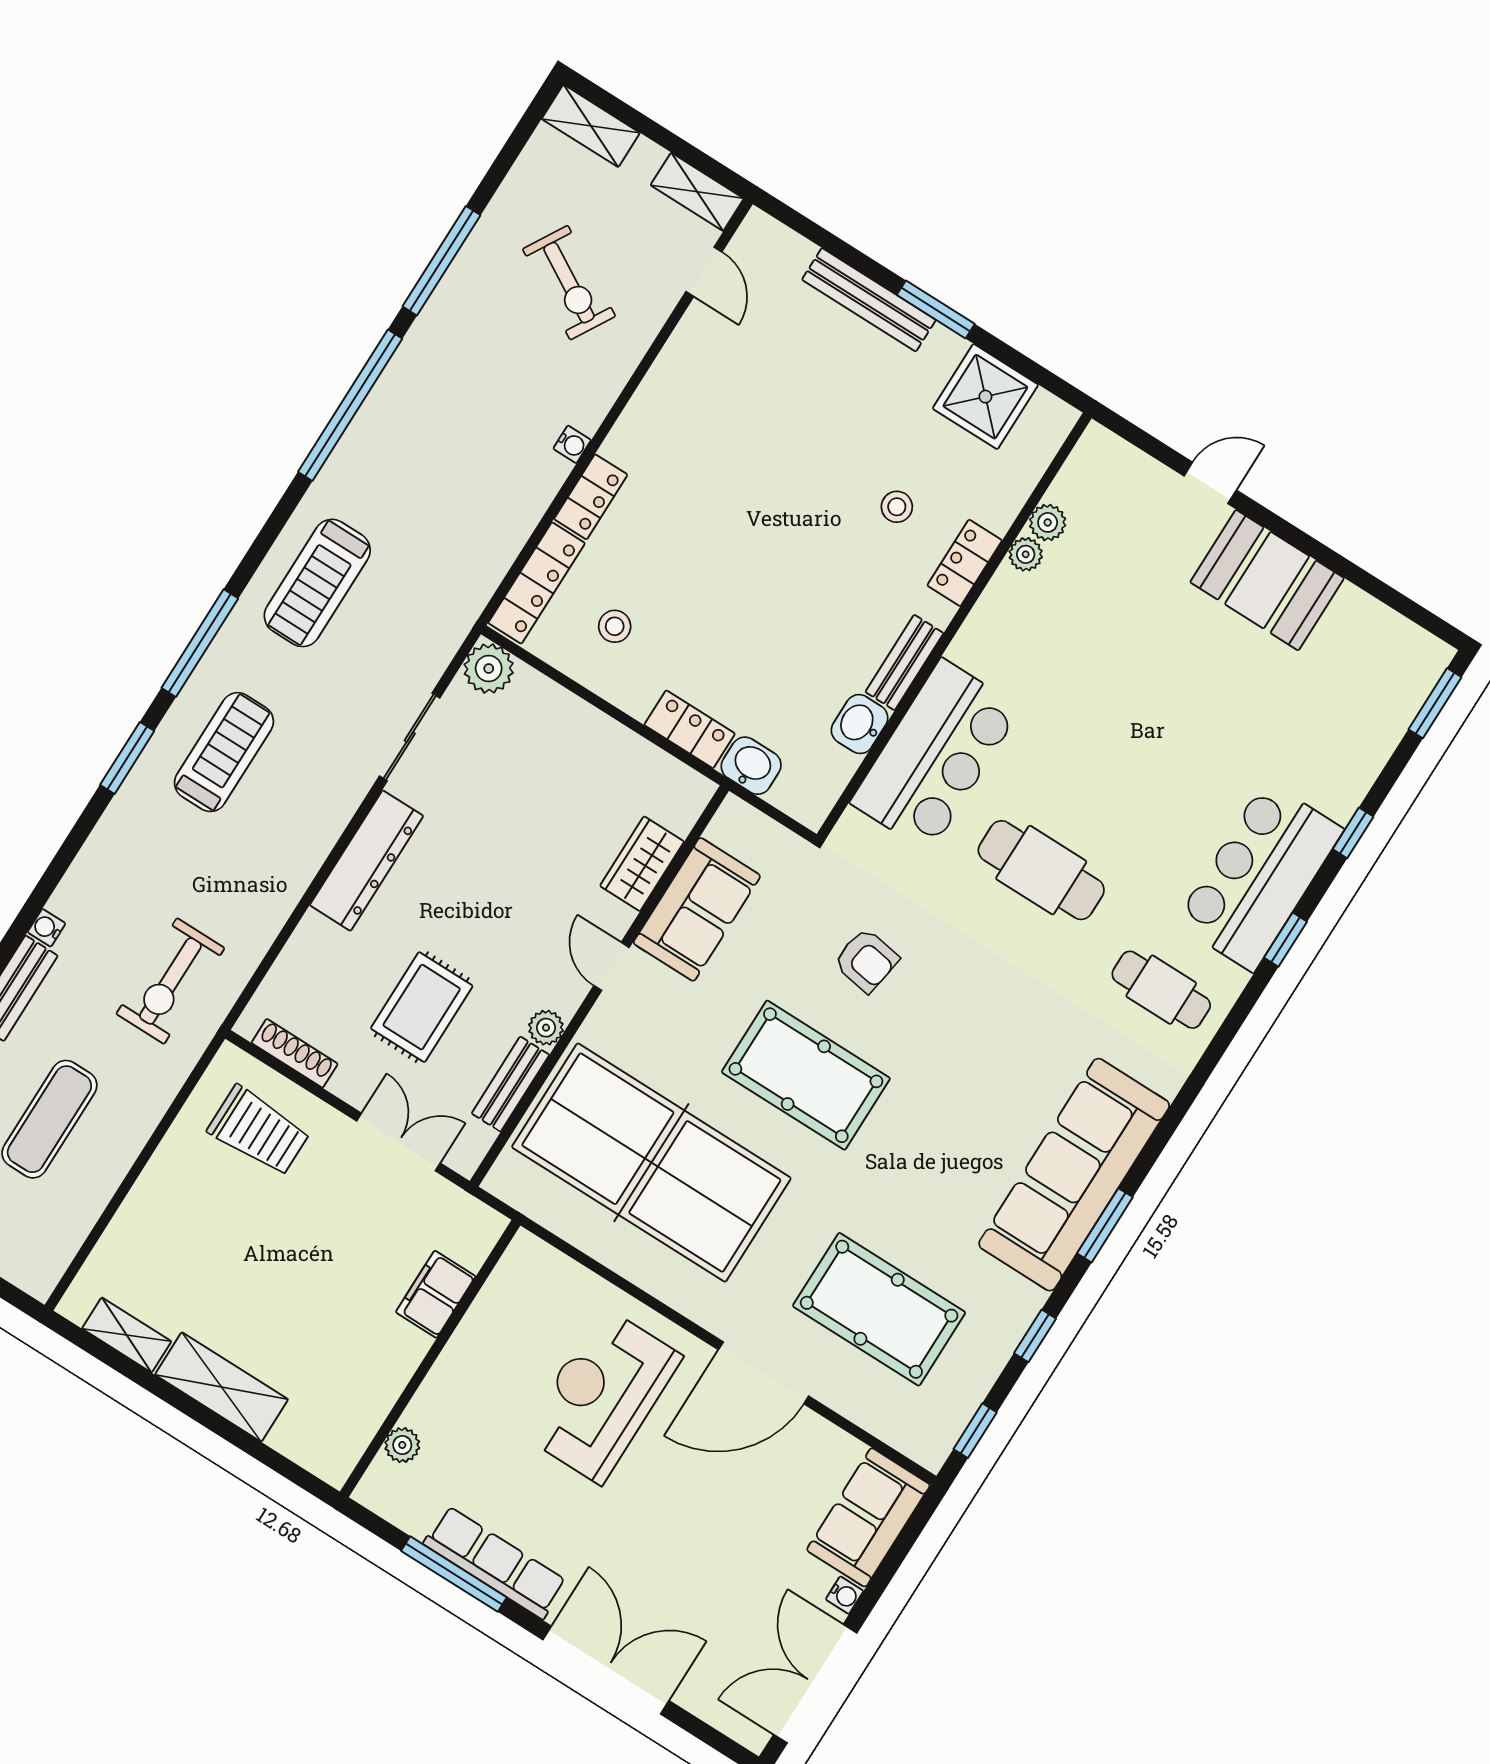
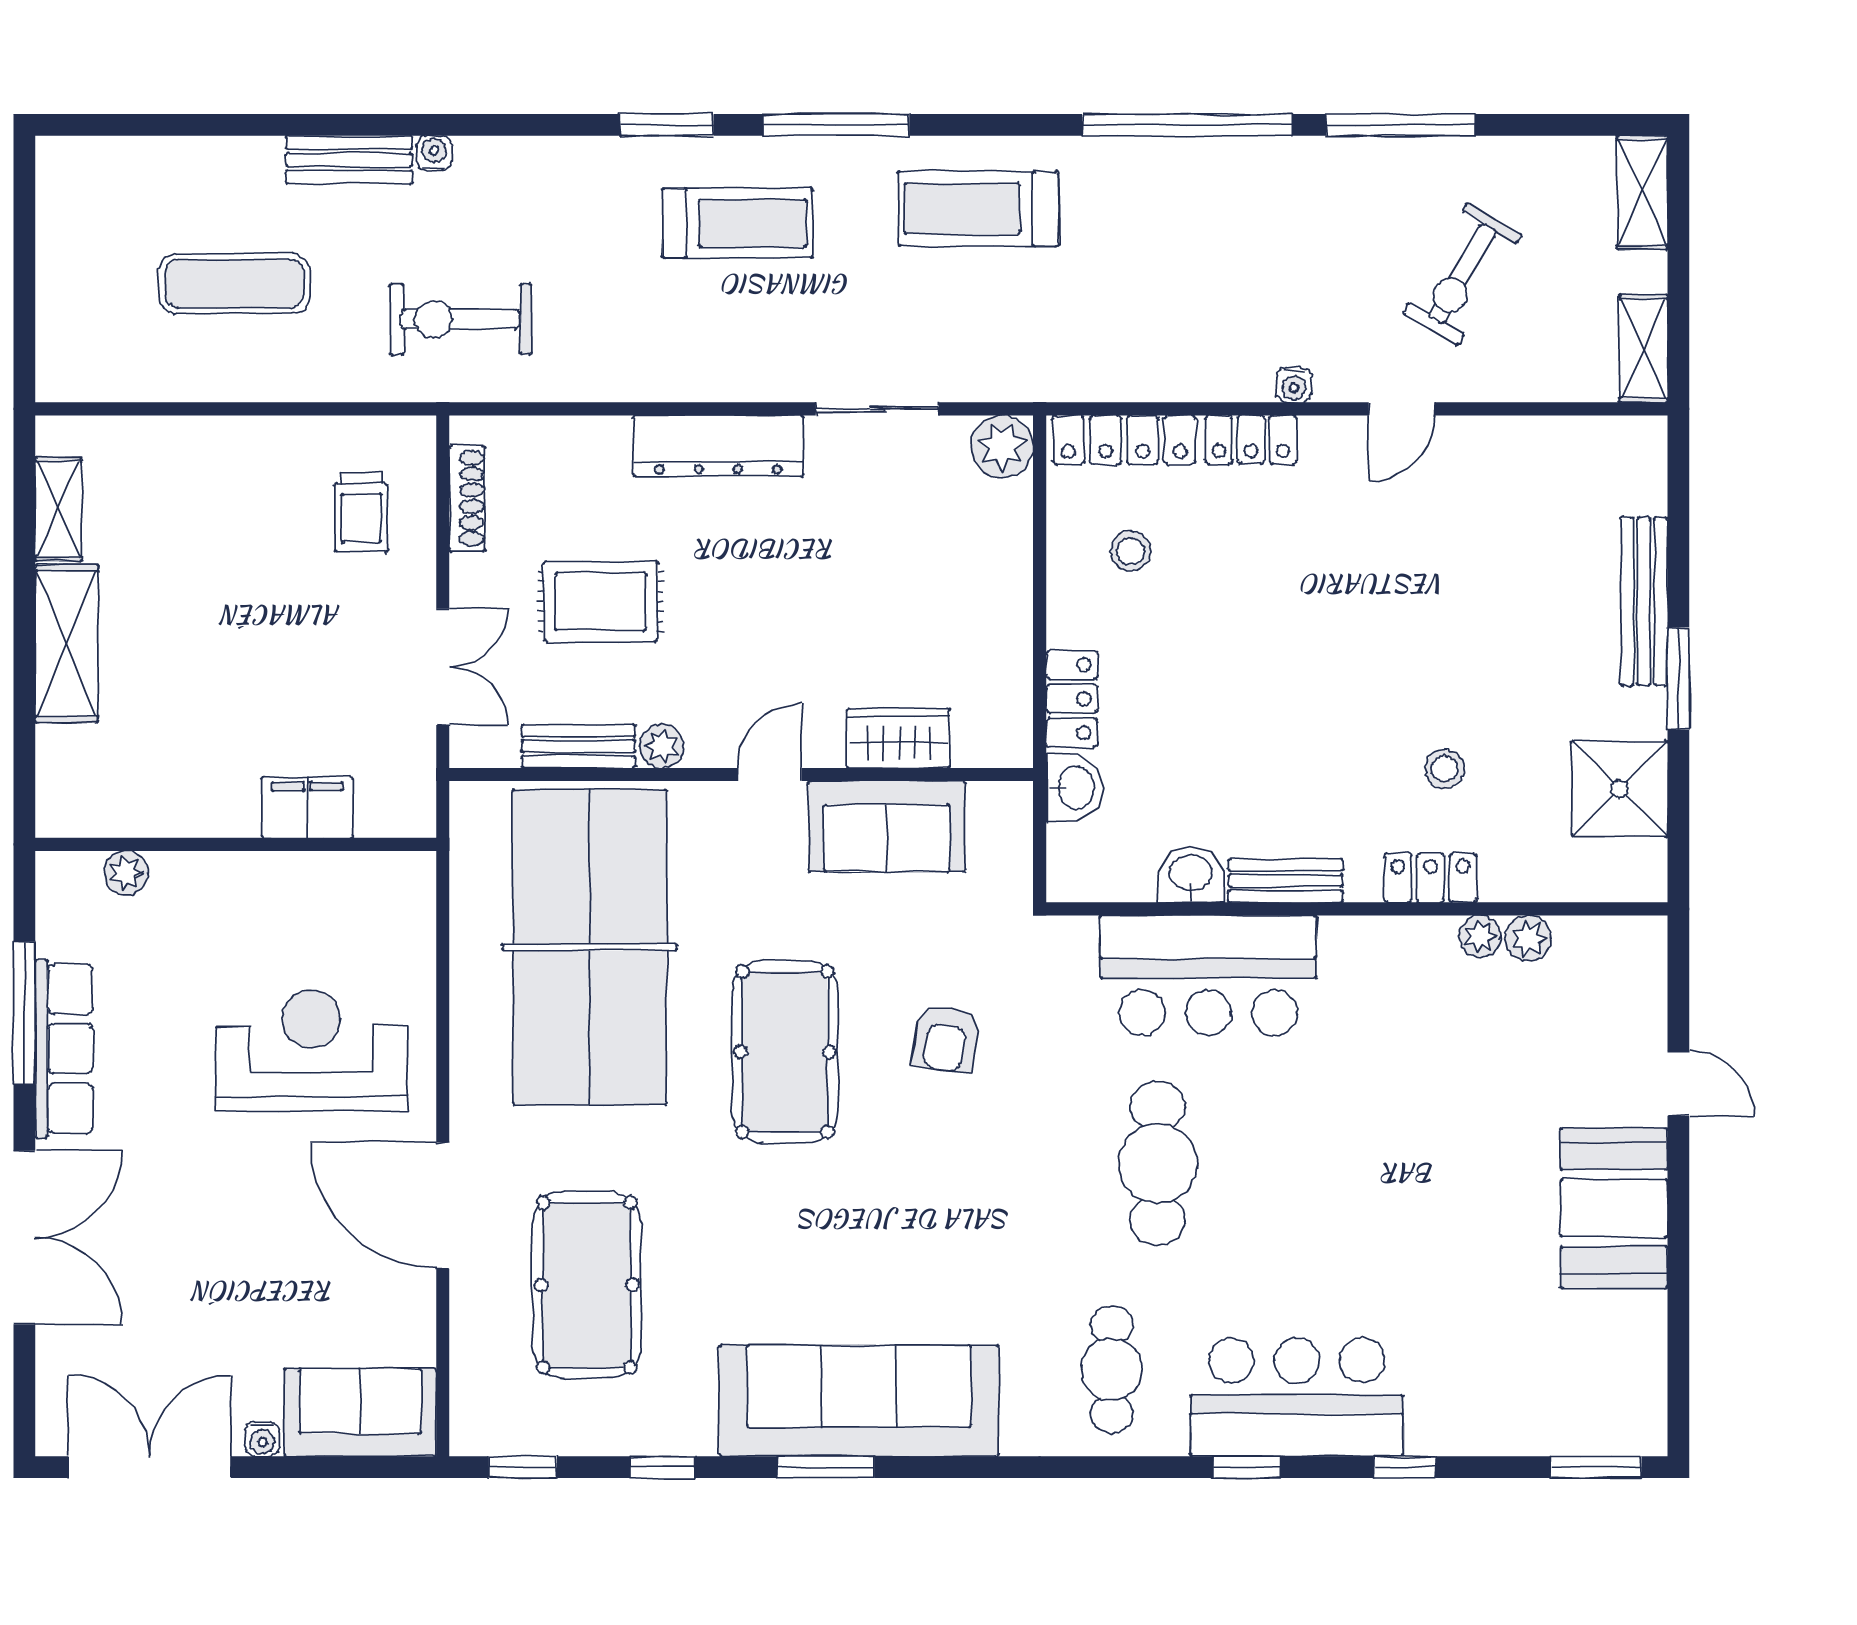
door: (704, 272) -> (1402, 409), moved
trolley: (259, 1131) -> (361, 512), width x0.73, depth x0.72

